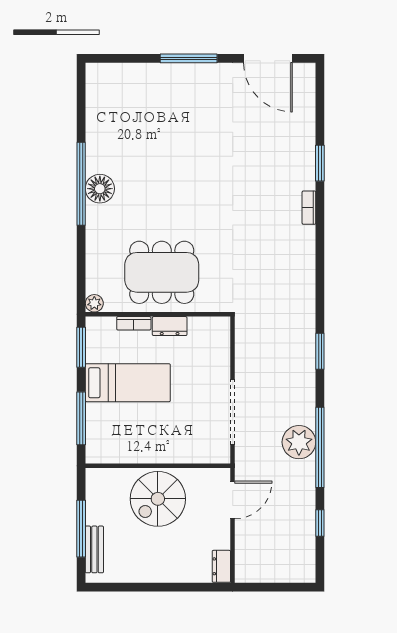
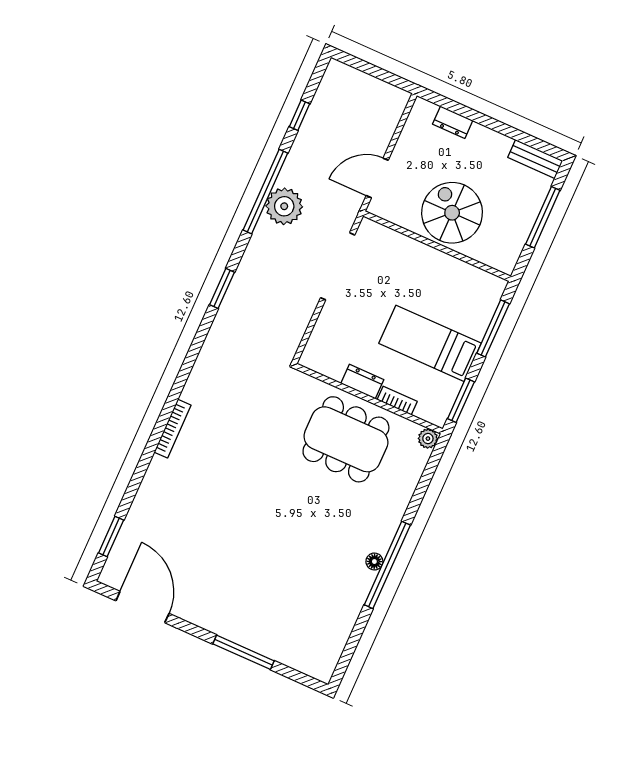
window: (189, 58) -> (244, 652), moved
window: (320, 163) -> (111, 537), moved
floor lamp: (100, 189) -> (374, 562), width x0.53, depth x0.53
bookcase: (309, 208) -> (173, 429), width x1.56
spiral stairs: (158, 499) -> (452, 213), turned -90
bench: (94, 549) -> (535, 159), moved, turned 90
dresser: (221, 566) -> (453, 122), moved, turned 90

